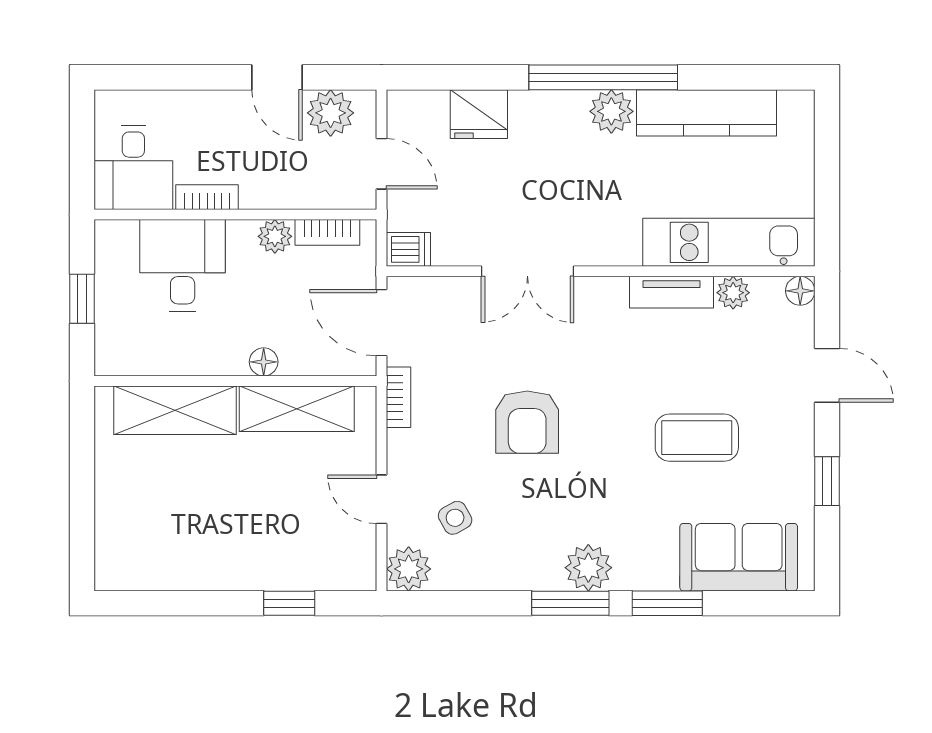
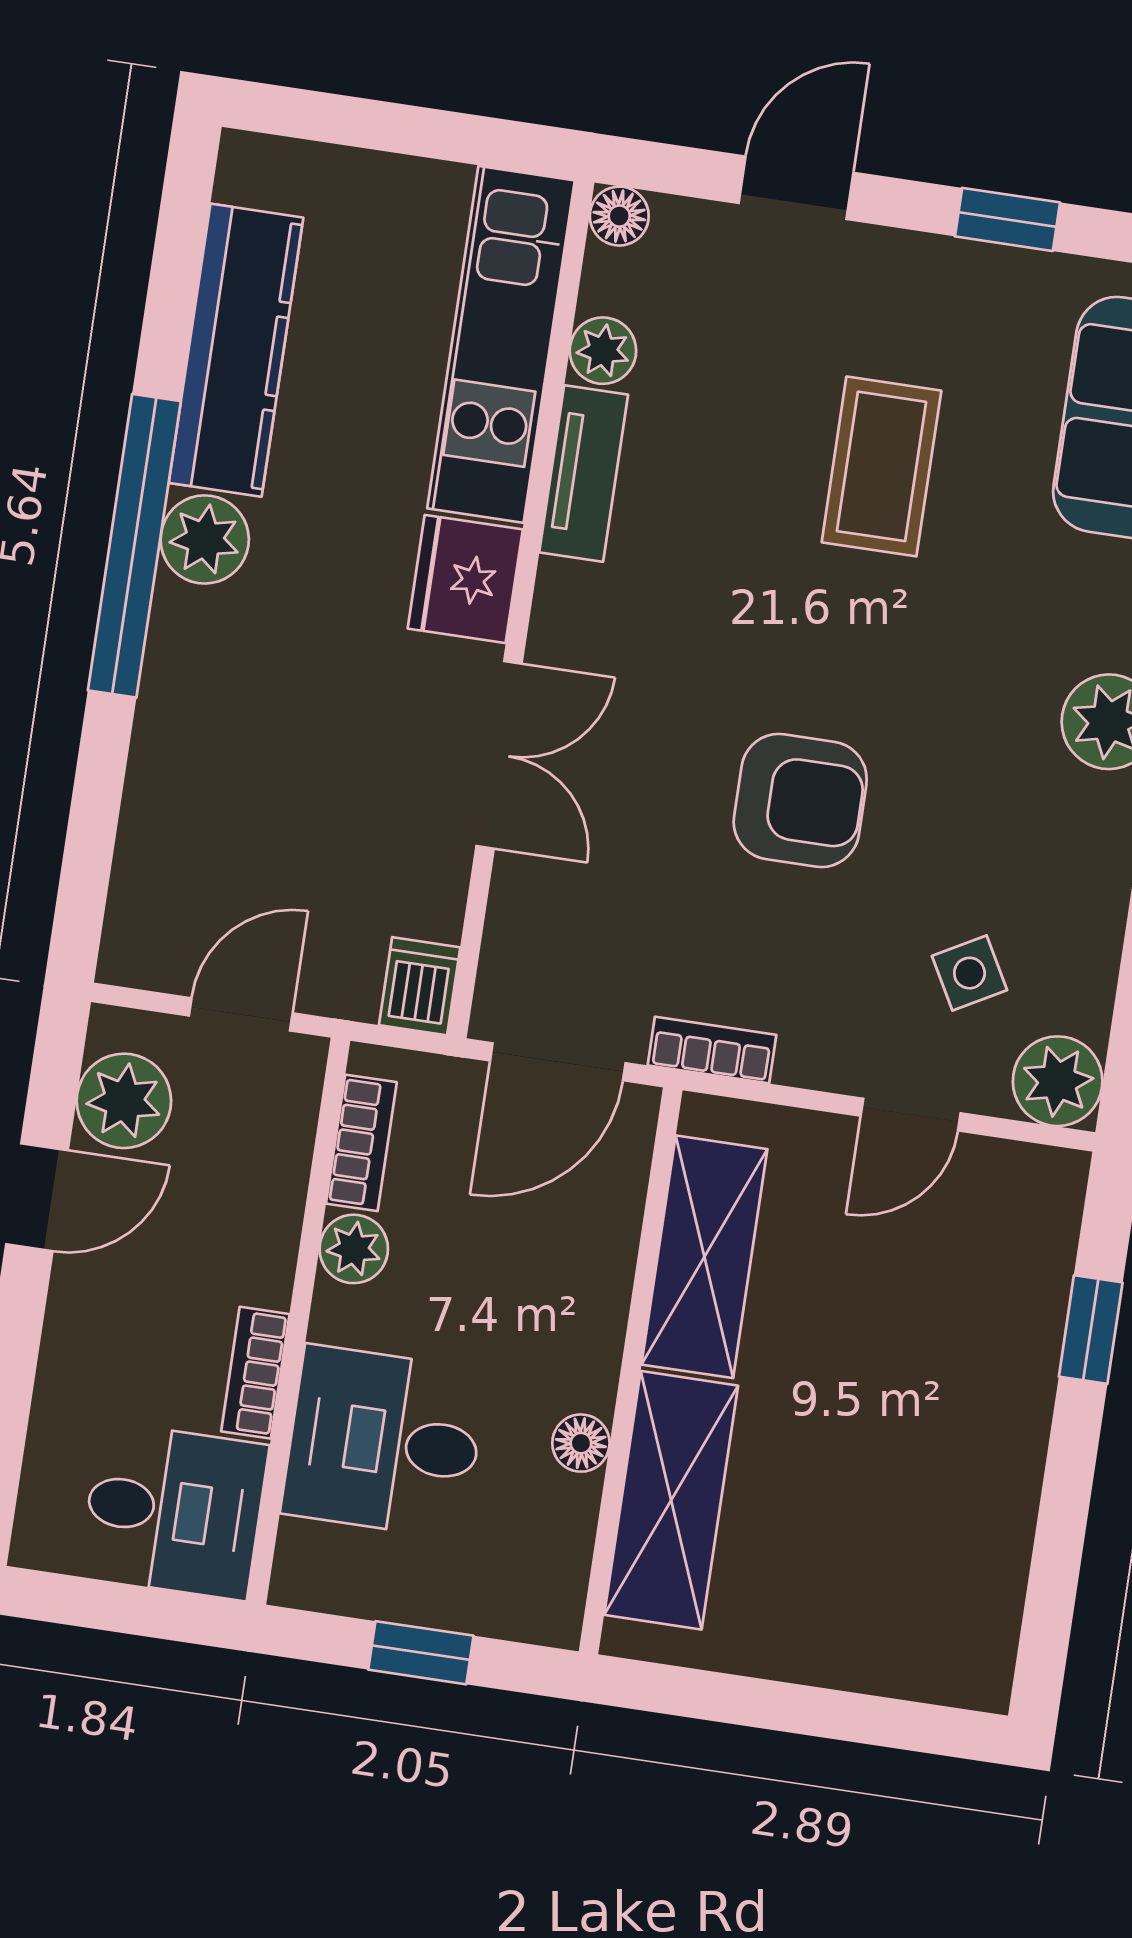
fridge: (479, 114) -> (465, 579), moved, turned 180
floor lamp: (264, 362) -> (581, 1443), moved

